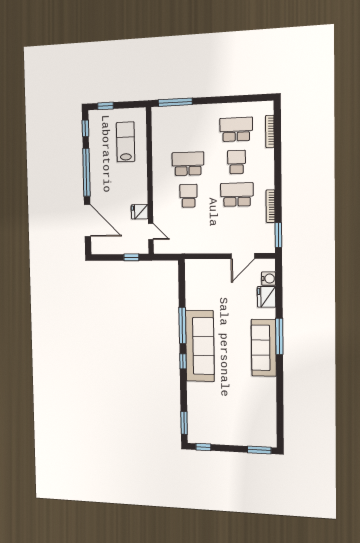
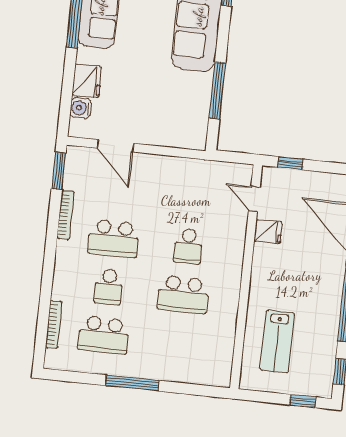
window: (175, 102) -> (132, 383), moved
door: (243, 256) -> (115, 146), swing flipped
window: (182, 325) -> (217, 90), moved

